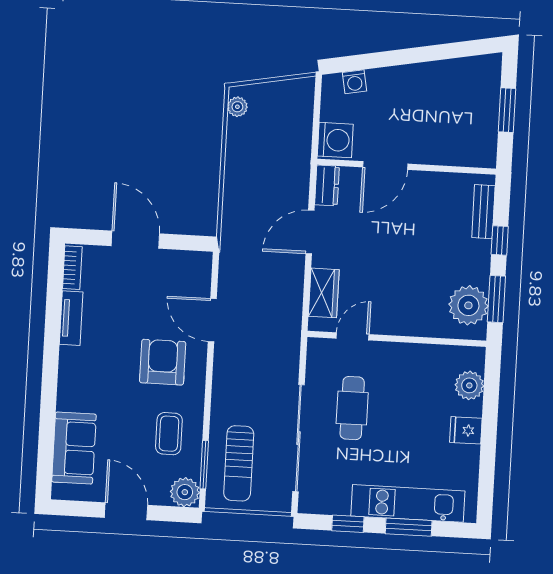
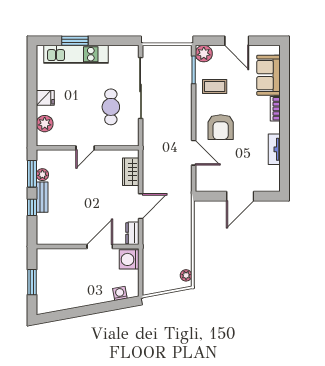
bench: (483, 212) -> (42, 197), moved
door: (135, 240) -> (240, 196), hinge flipped
bookcase: (72, 268) -> (275, 109), moved
plant: (468, 305) -> (42, 175), width x0.53, depth x0.53
door: (353, 336) -> (85, 148), moved
coffee table: (169, 434) -> (215, 86), turned 90
sun lounger: (239, 463) -> (174, 72), removed
window: (348, 524) -> (110, 41), removed

